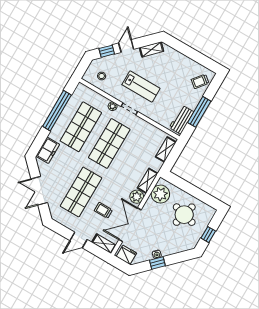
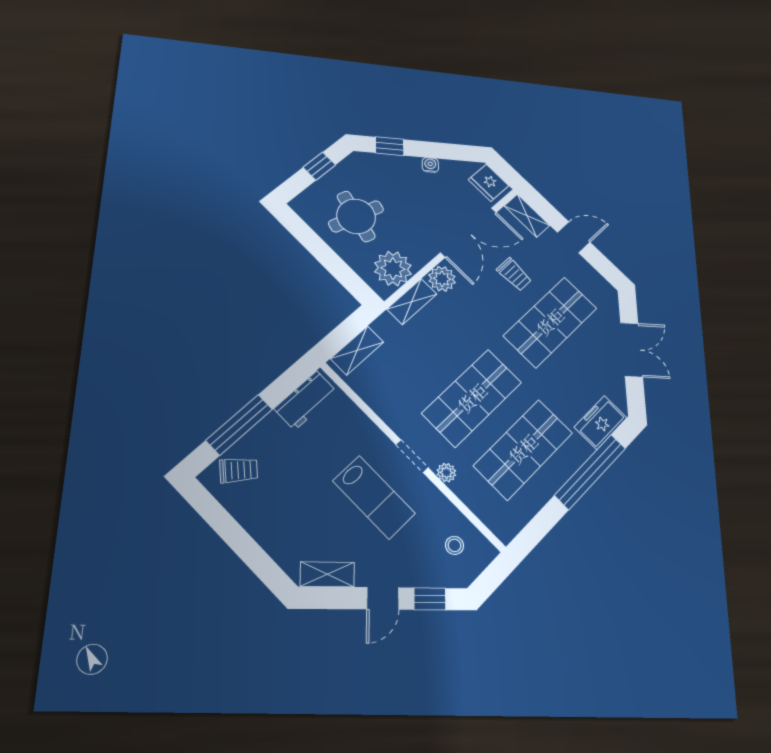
lab bench: (141, 87) -> (374, 497), turned 180
window: (57, 111) -> (590, 472), moved
window: (199, 112) -> (239, 425), moved
window: (157, 263) -> (390, 146), moved

